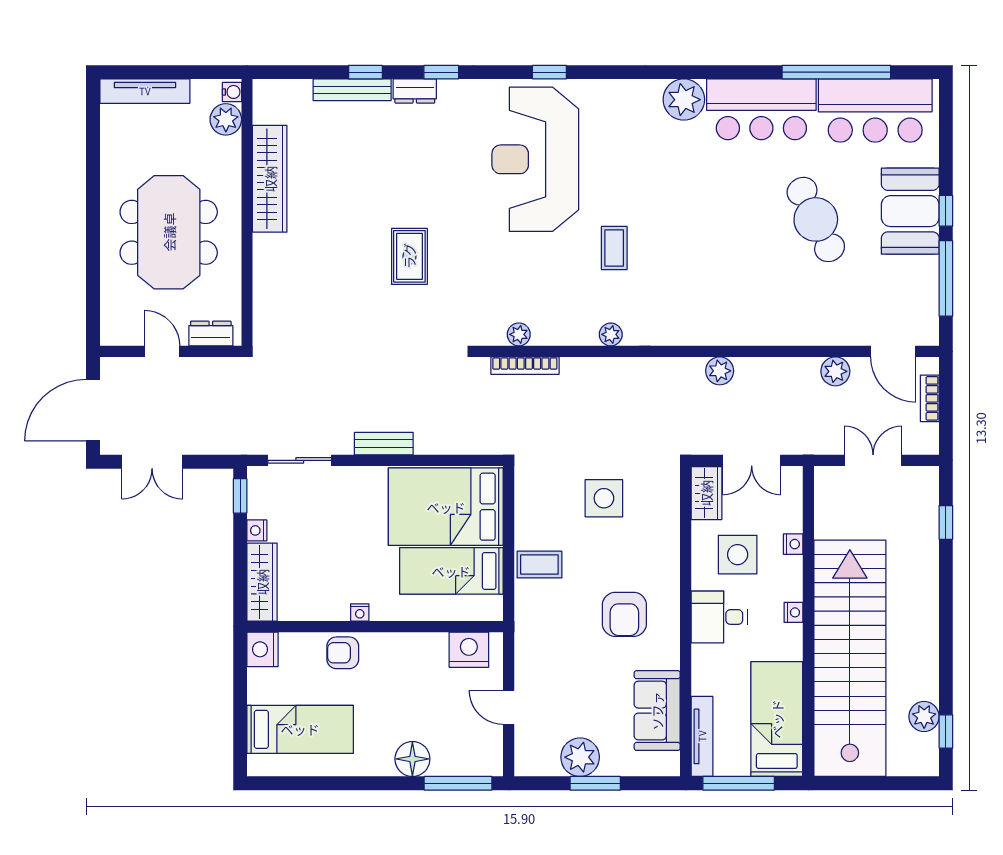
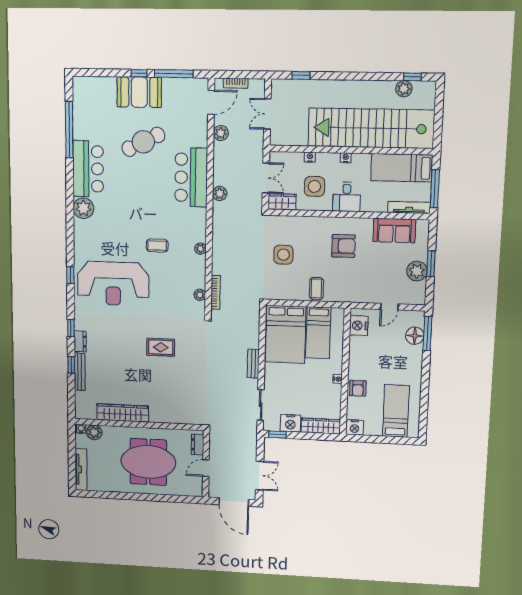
bar counter: (875, 110) -> (191, 177), moved, turned 180
nightstand: (257, 530) -> (290, 423), width x1.89, depth x1.79
floor lamp: (412, 759) -> (415, 336), moved

